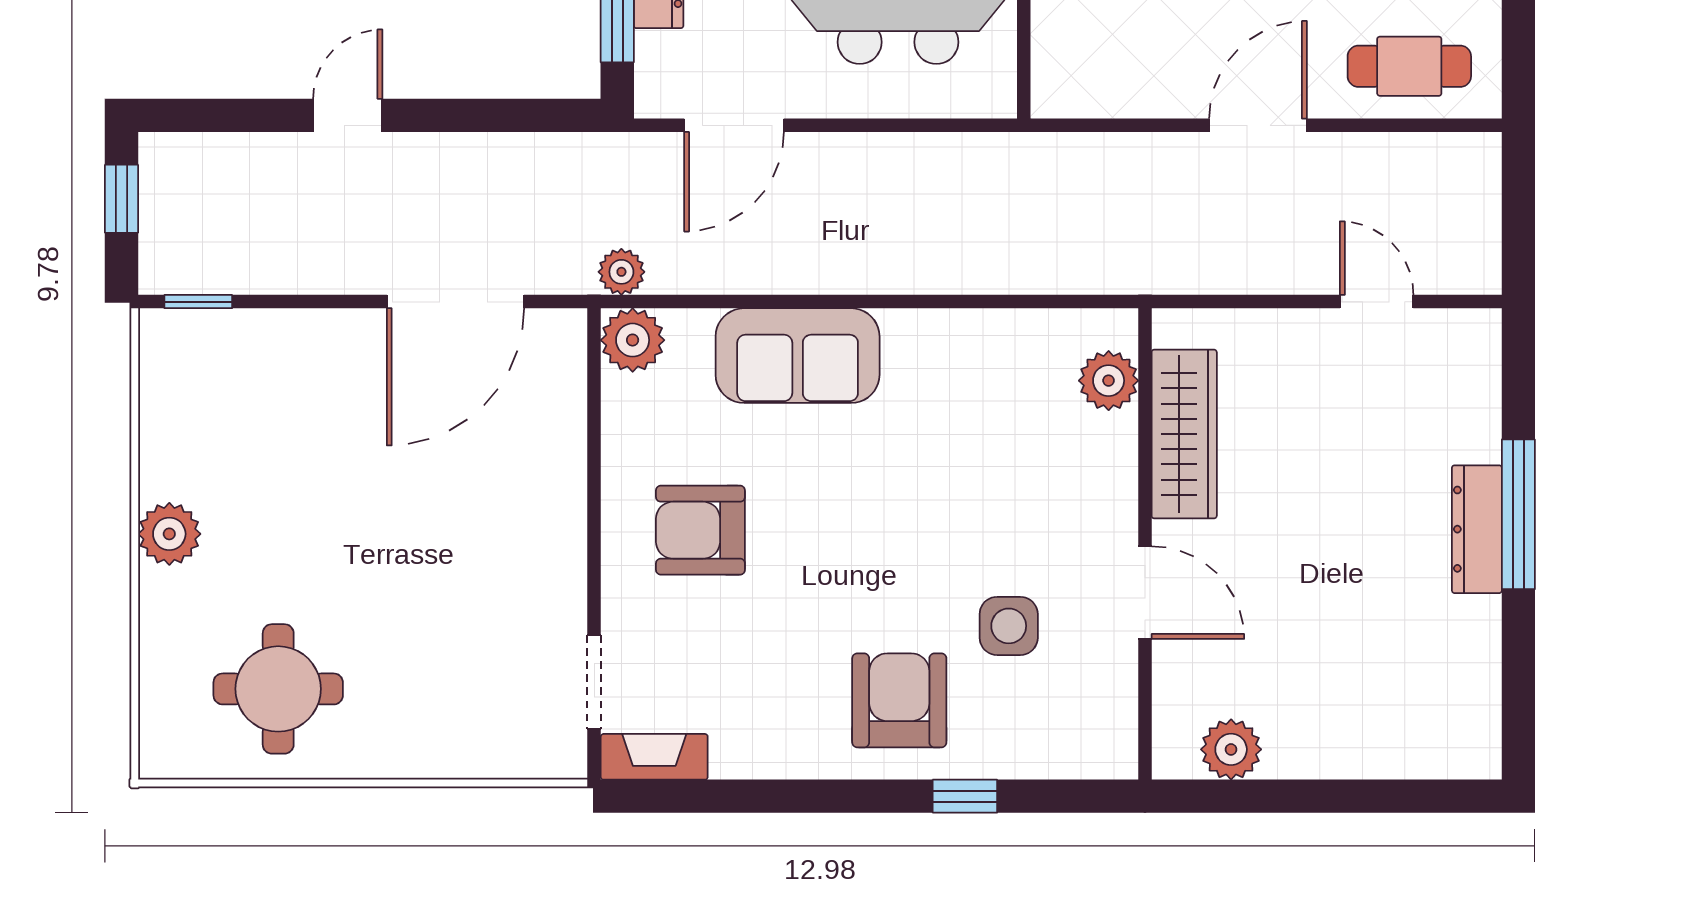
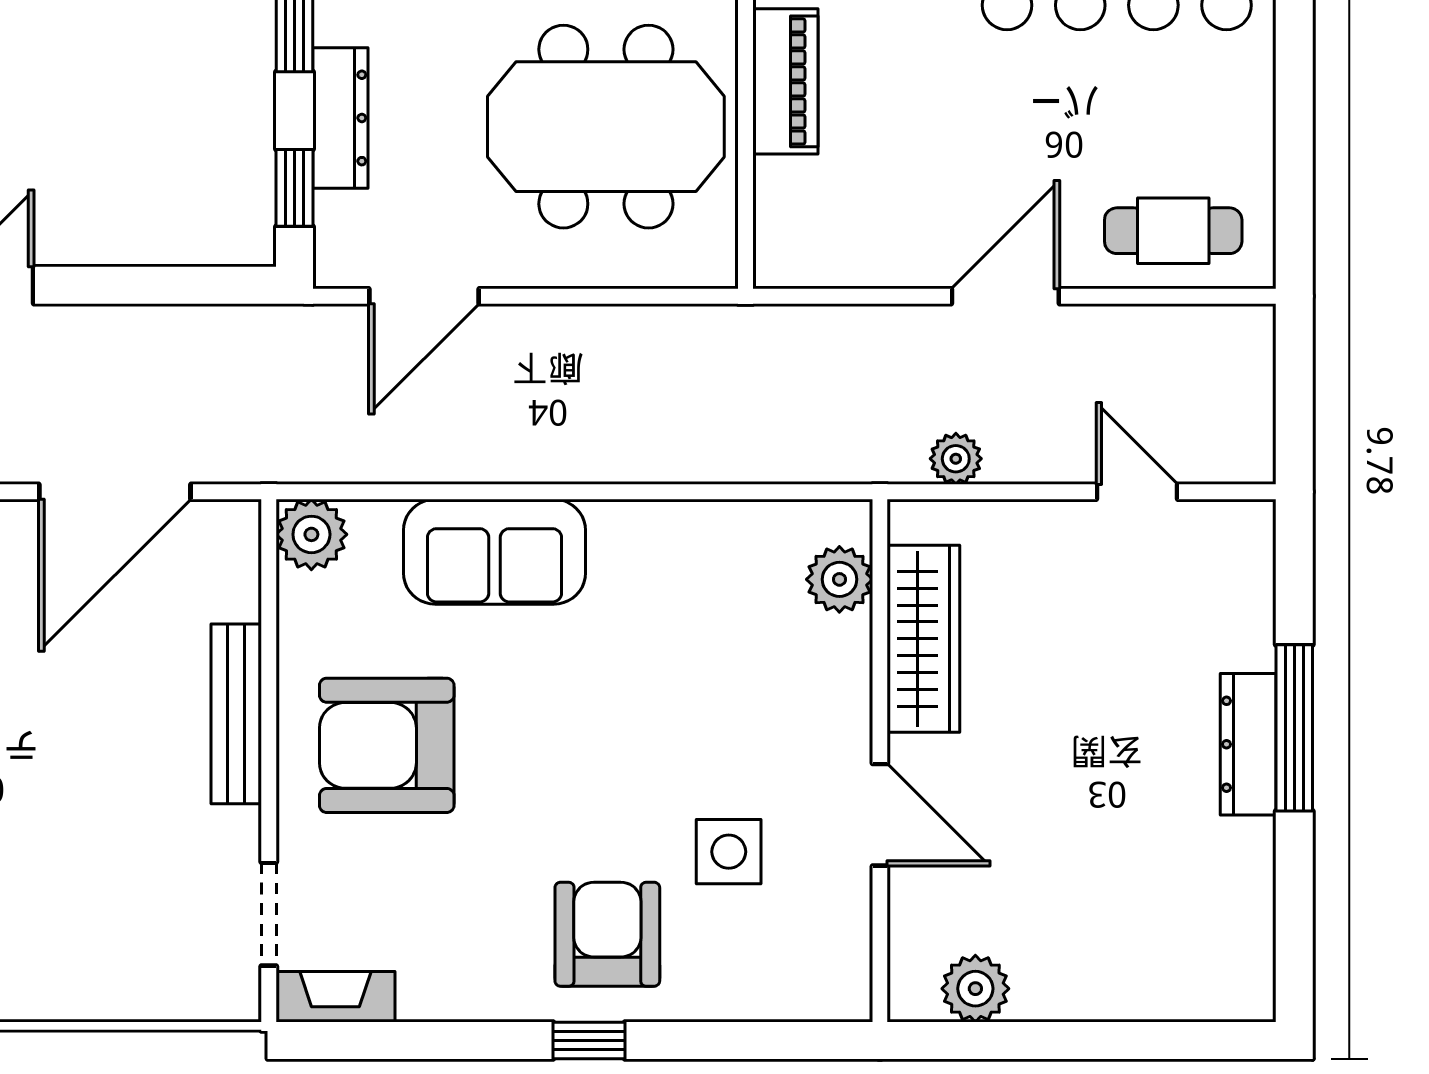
plant: (621, 272) -> (956, 459), moved
bench: (565, 502) -> (236, 714), added
armchair: (700, 530) -> (387, 745), width x1.36, depth x1.36
window: (965, 796) -> (589, 1041), moved

